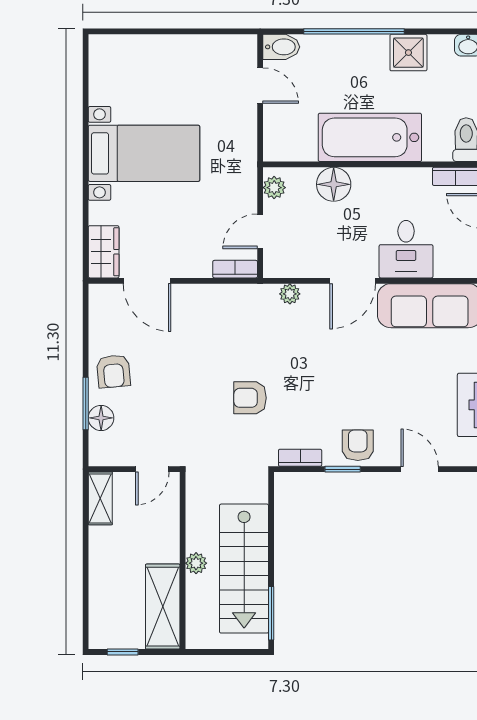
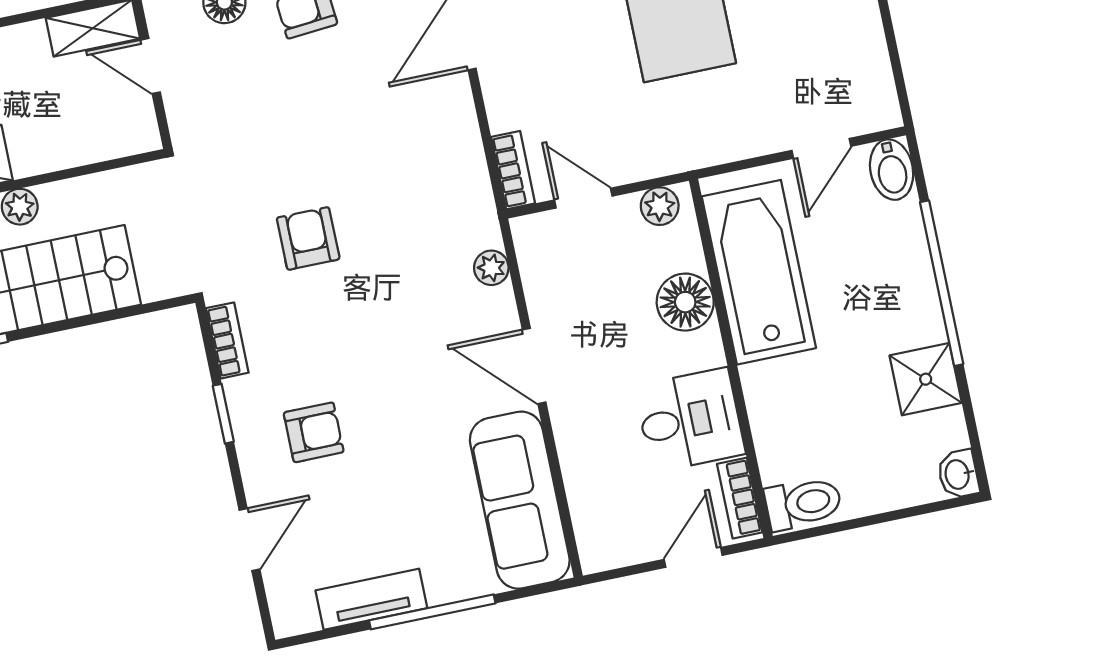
bathtub: (370, 137) -> (759, 272), moved
desk: (406, 249) -> (690, 420), moved, turned 180
armchair: (358, 445) -> (314, 432), moved
door: (152, 469) -> (151, 66), moved

